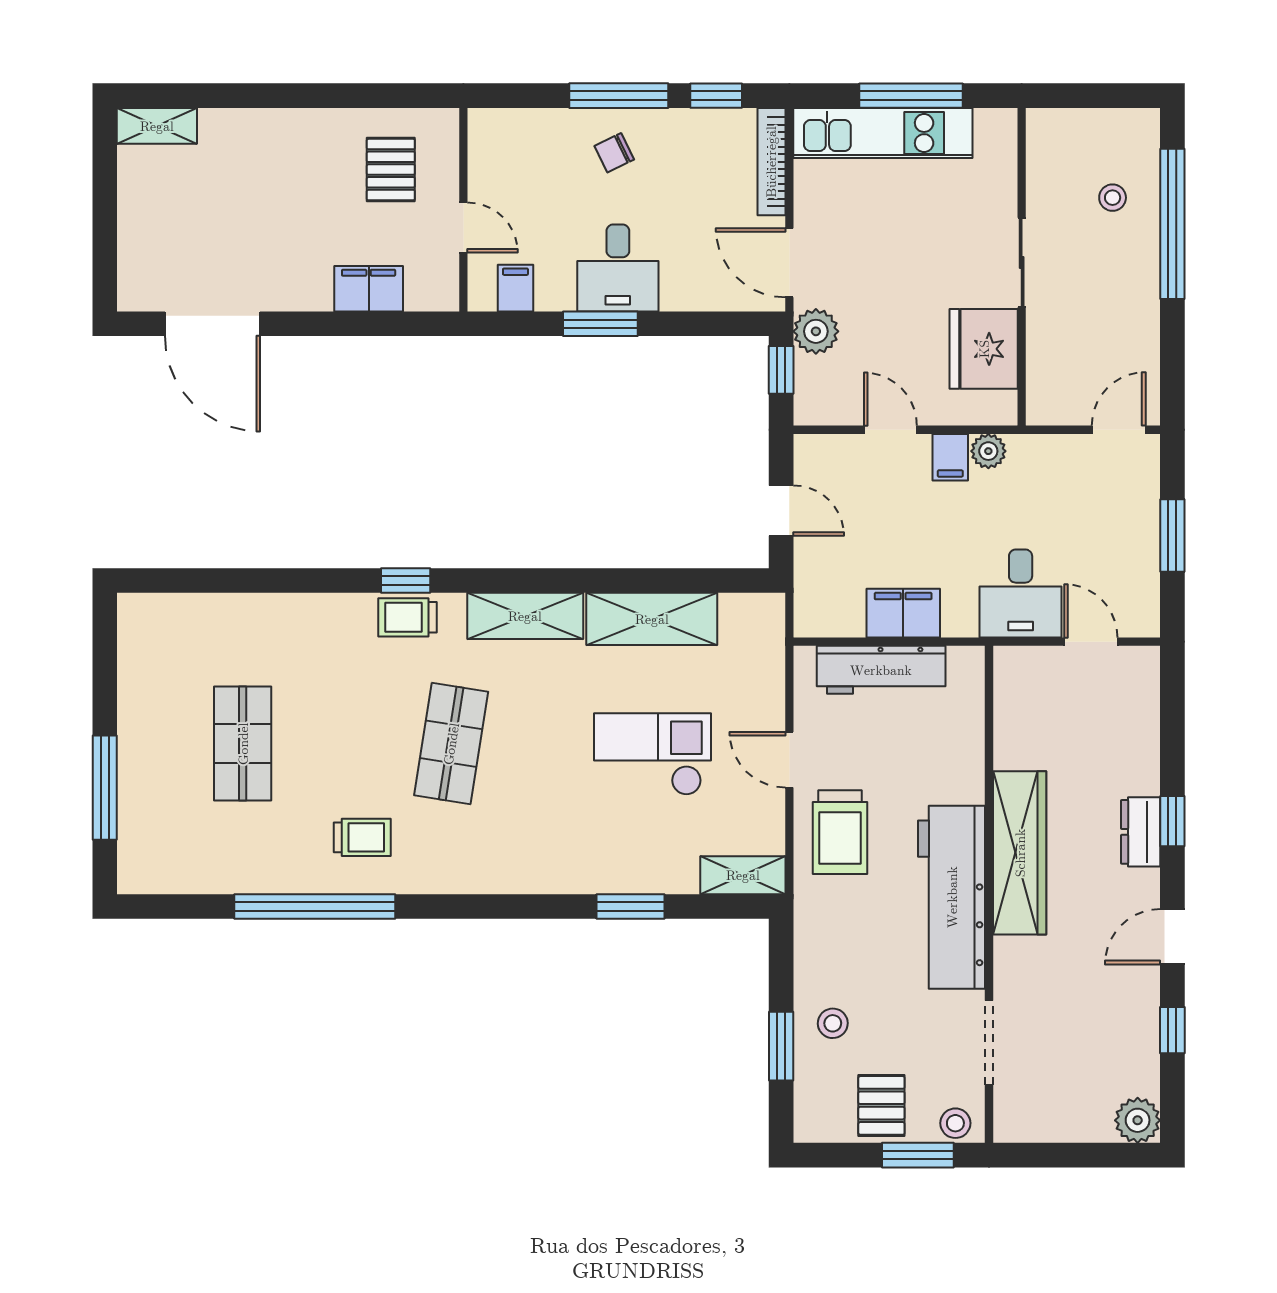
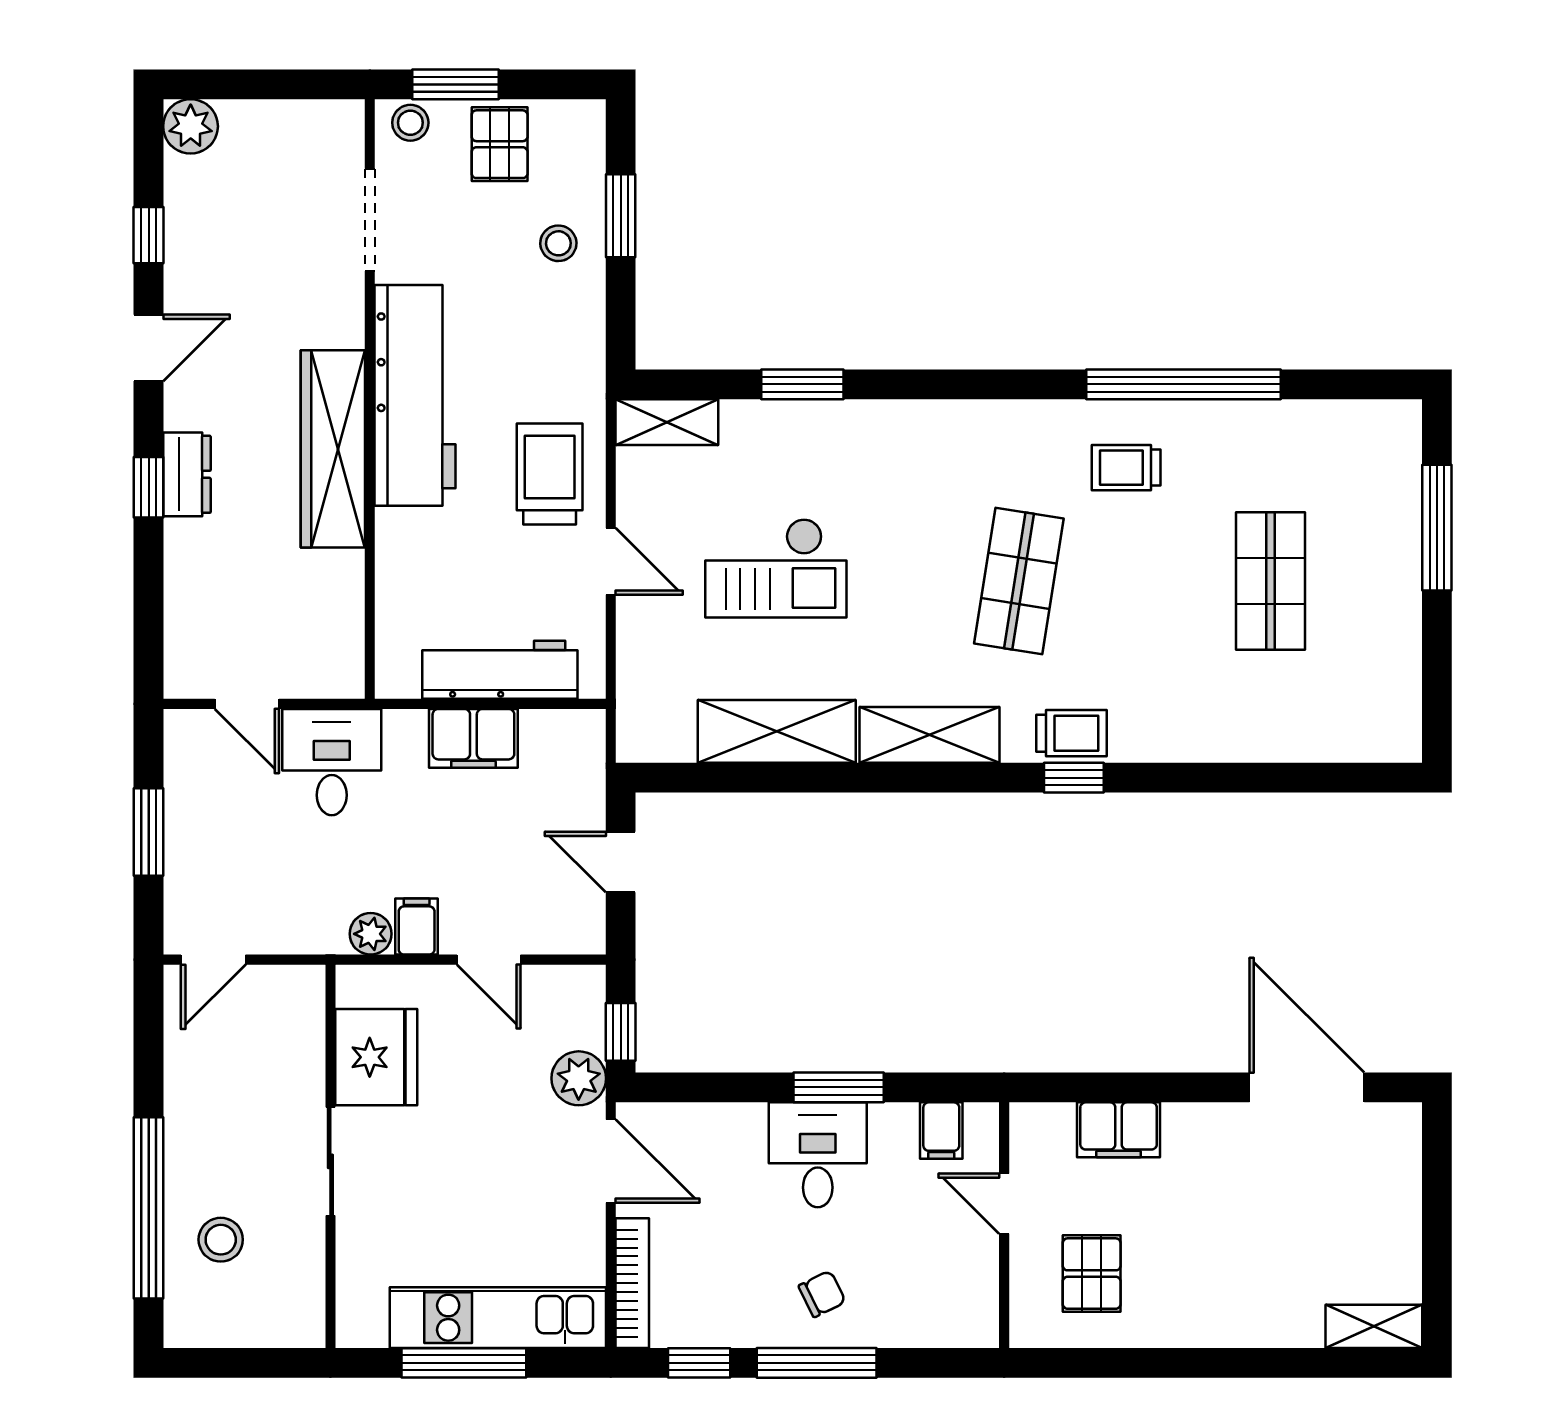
stool: (1113, 198) -> (221, 1240), width x1.37, depth x1.37

